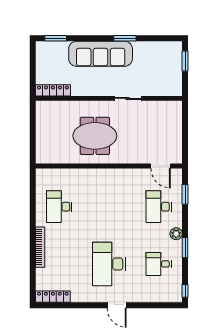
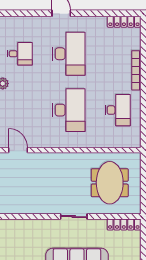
sliding door: (128, 98) -> (74, 217), moved
meeting table: (95, 136) -> (110, 183), moved, turned 90
desk: (159, 207) -> (69, 110), moved, width x1.36, depth x1.30

